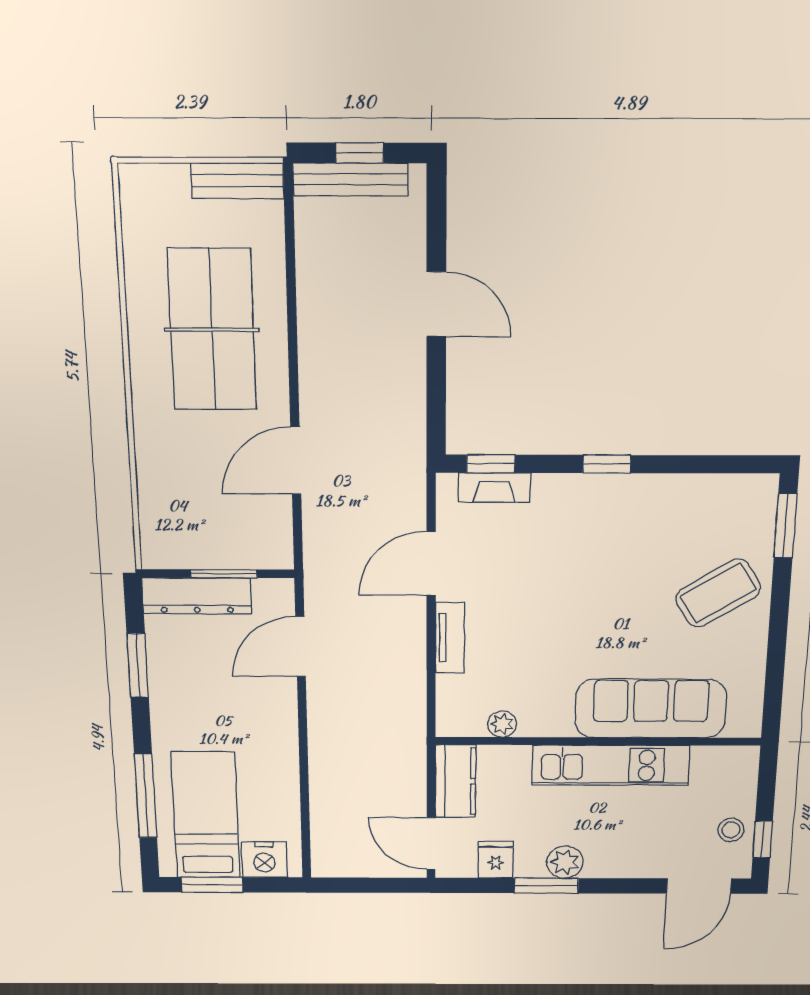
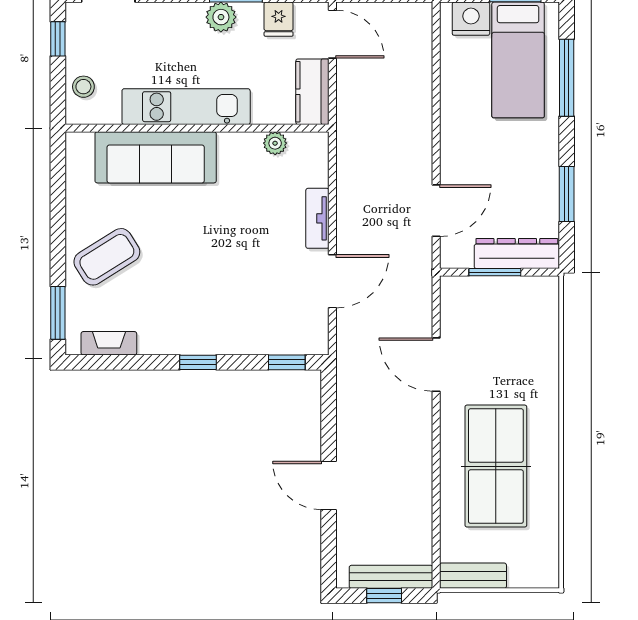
door: (296, 461) -> (436, 365), swing flipped
fireplace: (494, 488) -> (109, 343), moved
stool: (731, 830) -> (83, 87), moved

